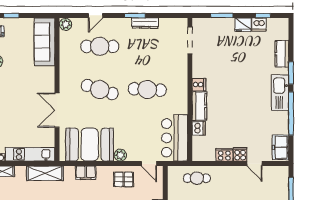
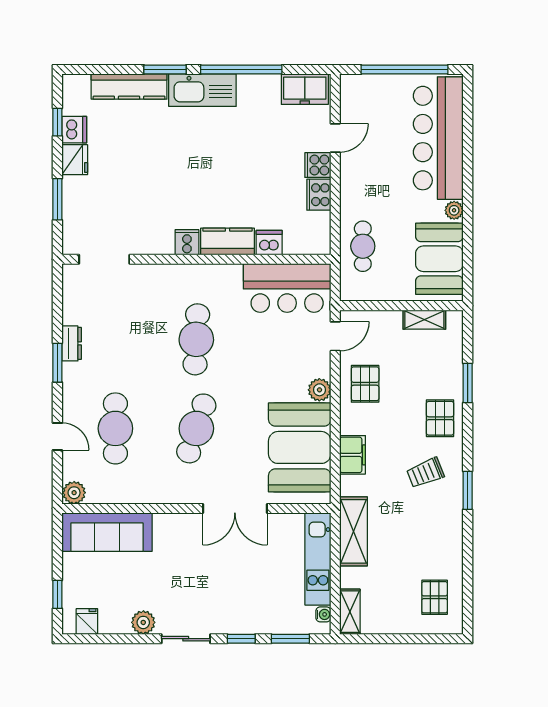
dresser: (145, 23) -> (72, 343), width x0.70
kitchen counter: (282, 54) -> (129, 87), width x1.50

